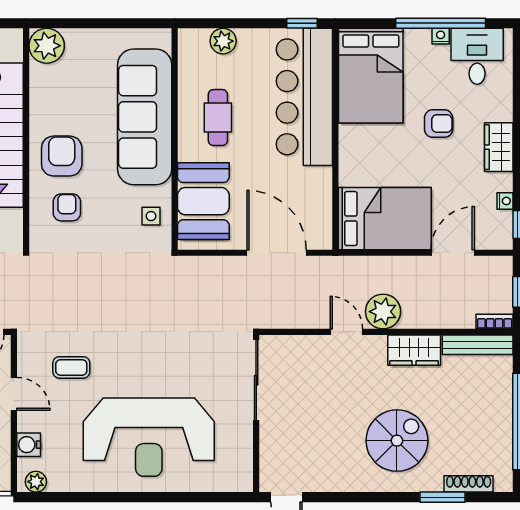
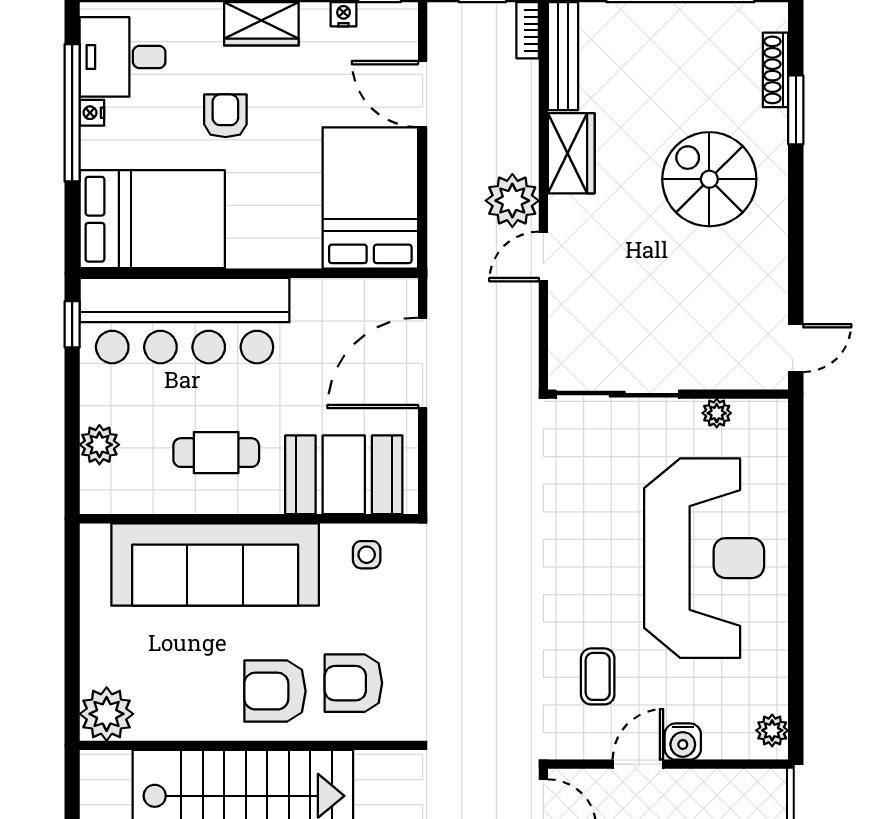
armchair: (67, 207) -> (353, 683), width x1.38, depth x1.38
water cooler: (29, 445) -> (683, 742), moved
plant: (244, 445) -> (717, 413), added

